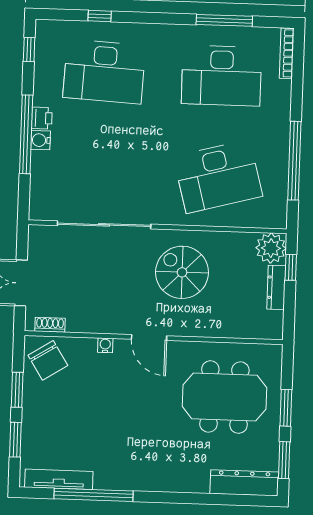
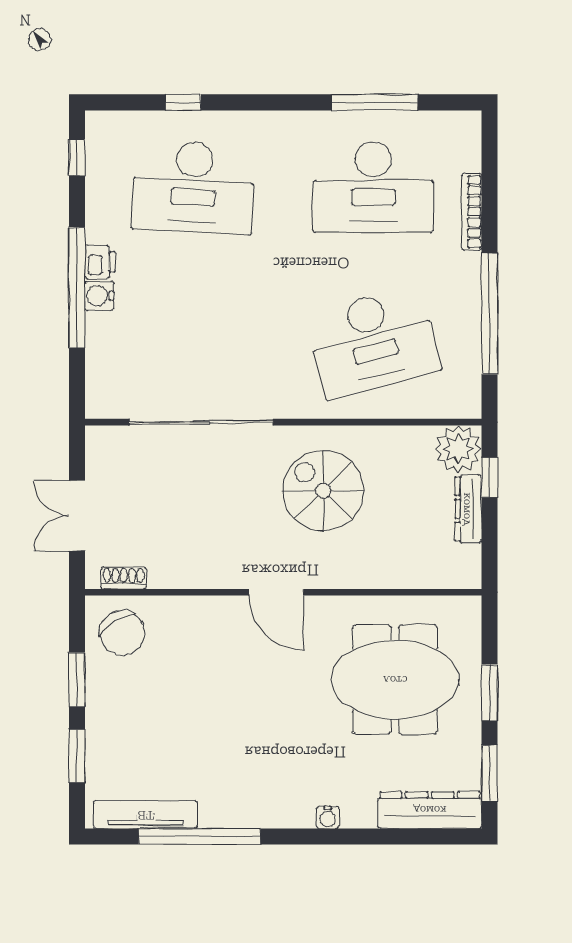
bookcase: (287, 53) -> (472, 212), moved
water cooler: (105, 345) -> (328, 817), moved, turned 180

